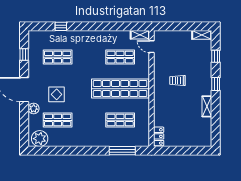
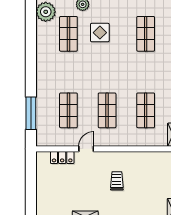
door: (151, 47) -> (86, 149), moved
shop shelf: (120, 89) -> (107, 110), width x0.50, depth x0.74
locker: (159, 136) -> (62, 158), moved

